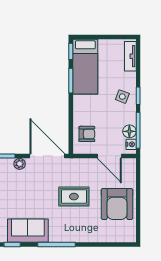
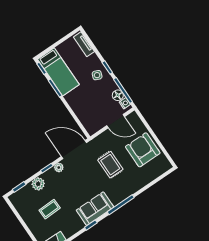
armchair: (87, 134) -> (90, 117), removed
rug: (74, 197) -> (110, 165), turned 90
armchair: (117, 204) -> (143, 150), turned 180

